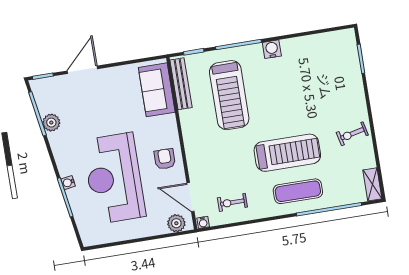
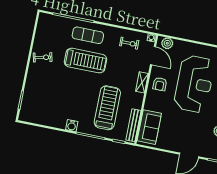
treadmill: (287, 153) -> (85, 61), turned 180
shelving: (372, 184) -> (142, 82), moved

